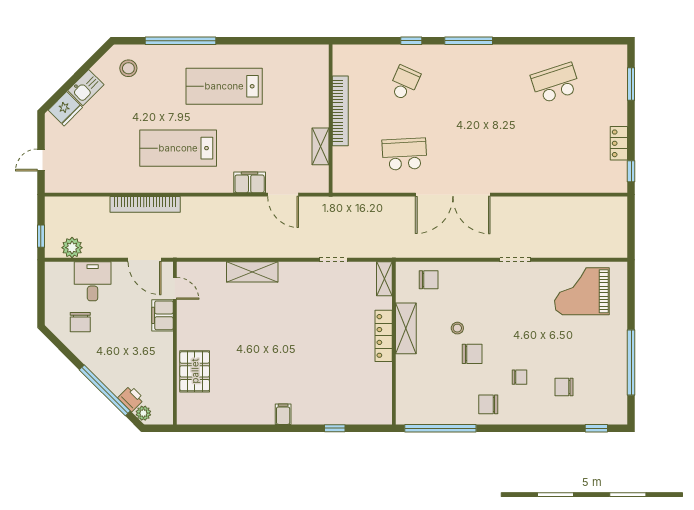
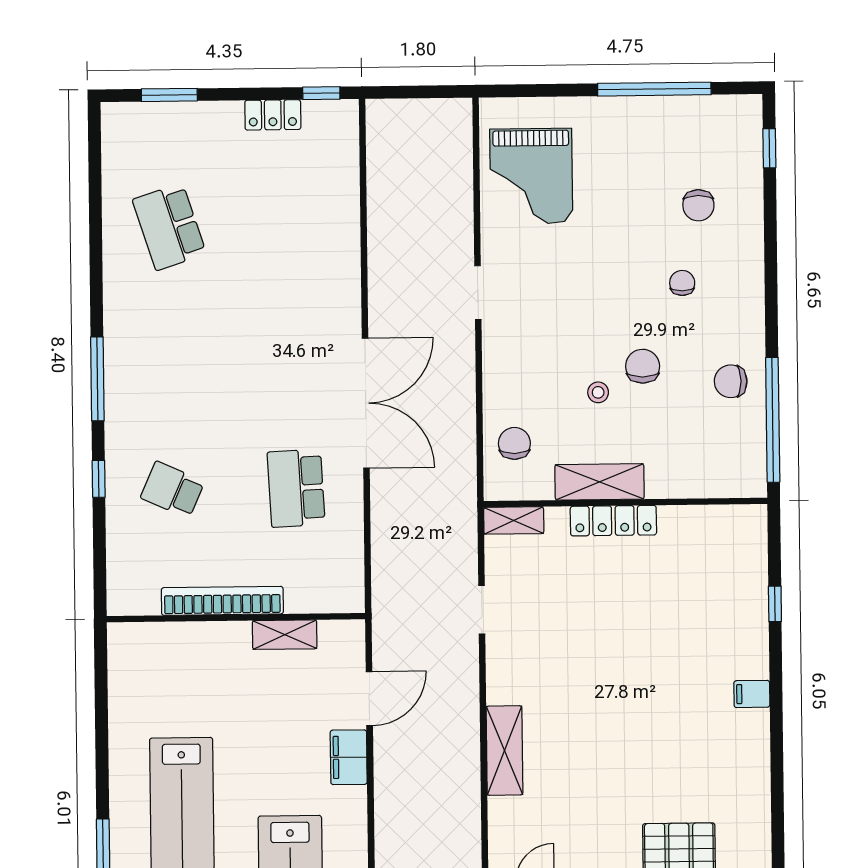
chair: (488, 404) -> (731, 381), moved, turned 90

